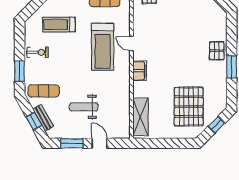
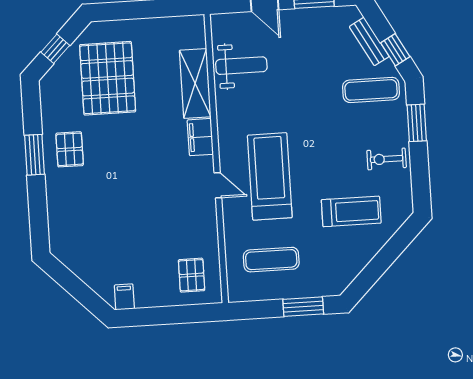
pallet: (217, 51) -> (70, 149), moved
weight bench: (84, 107) -> (241, 66), moved
shelving: (140, 117) -> (195, 83), moved
window: (34, 121) -> (395, 50), moved

